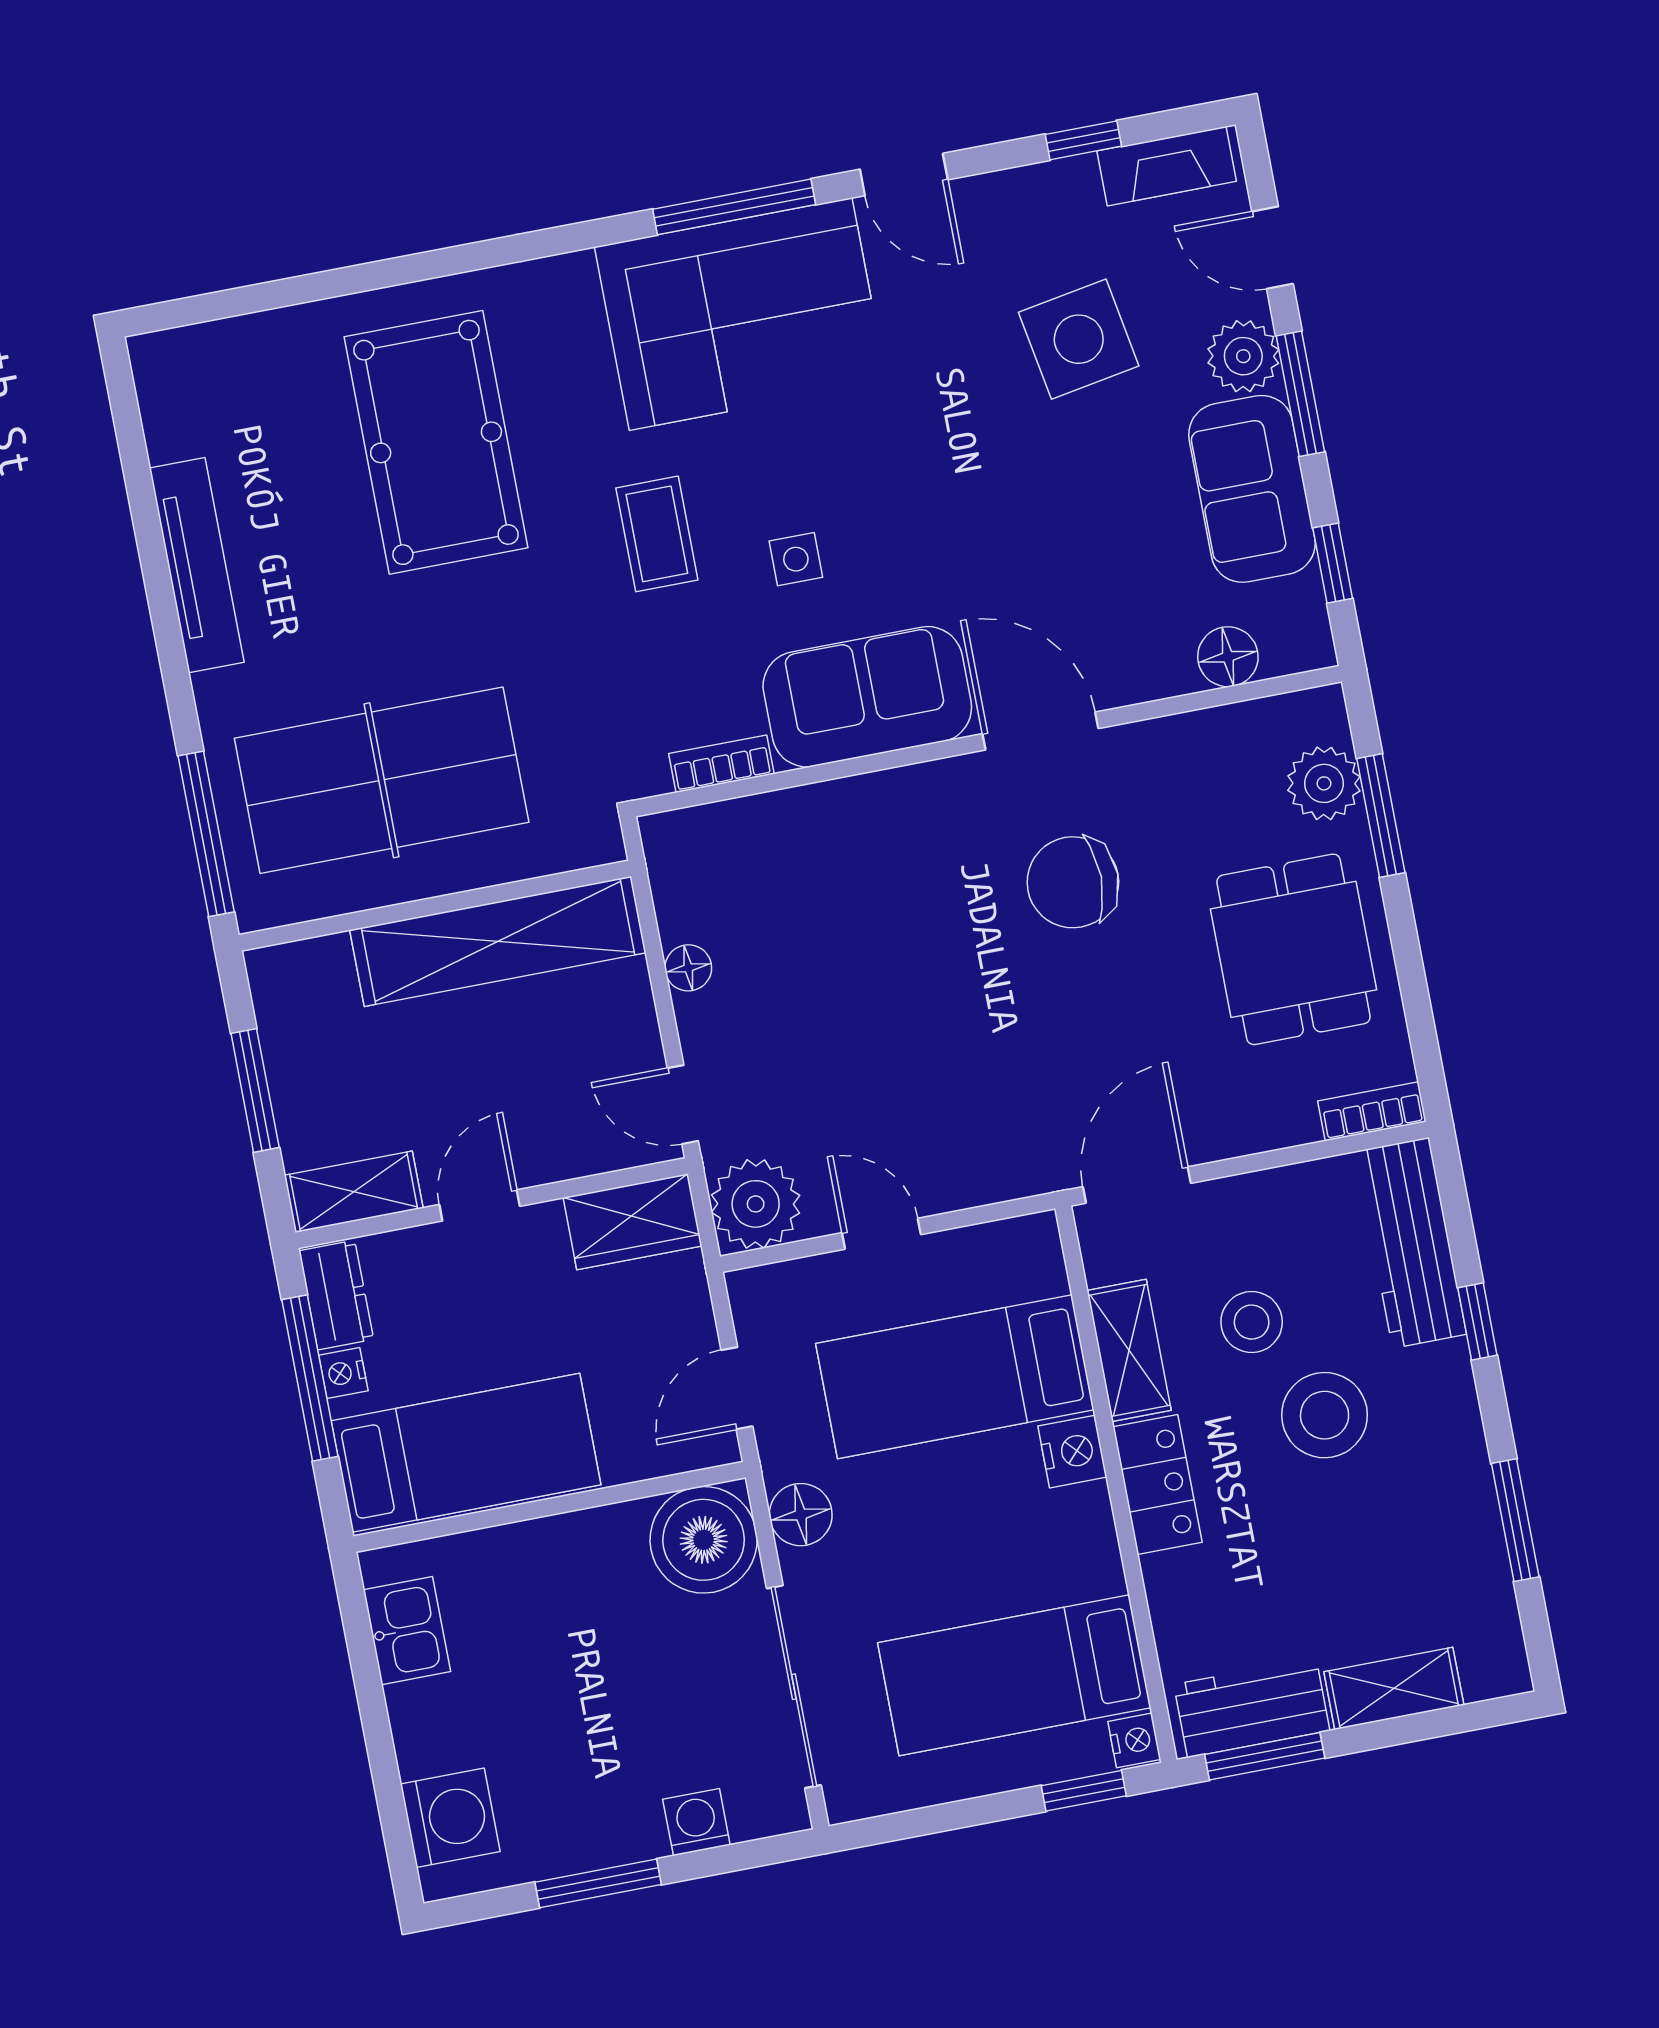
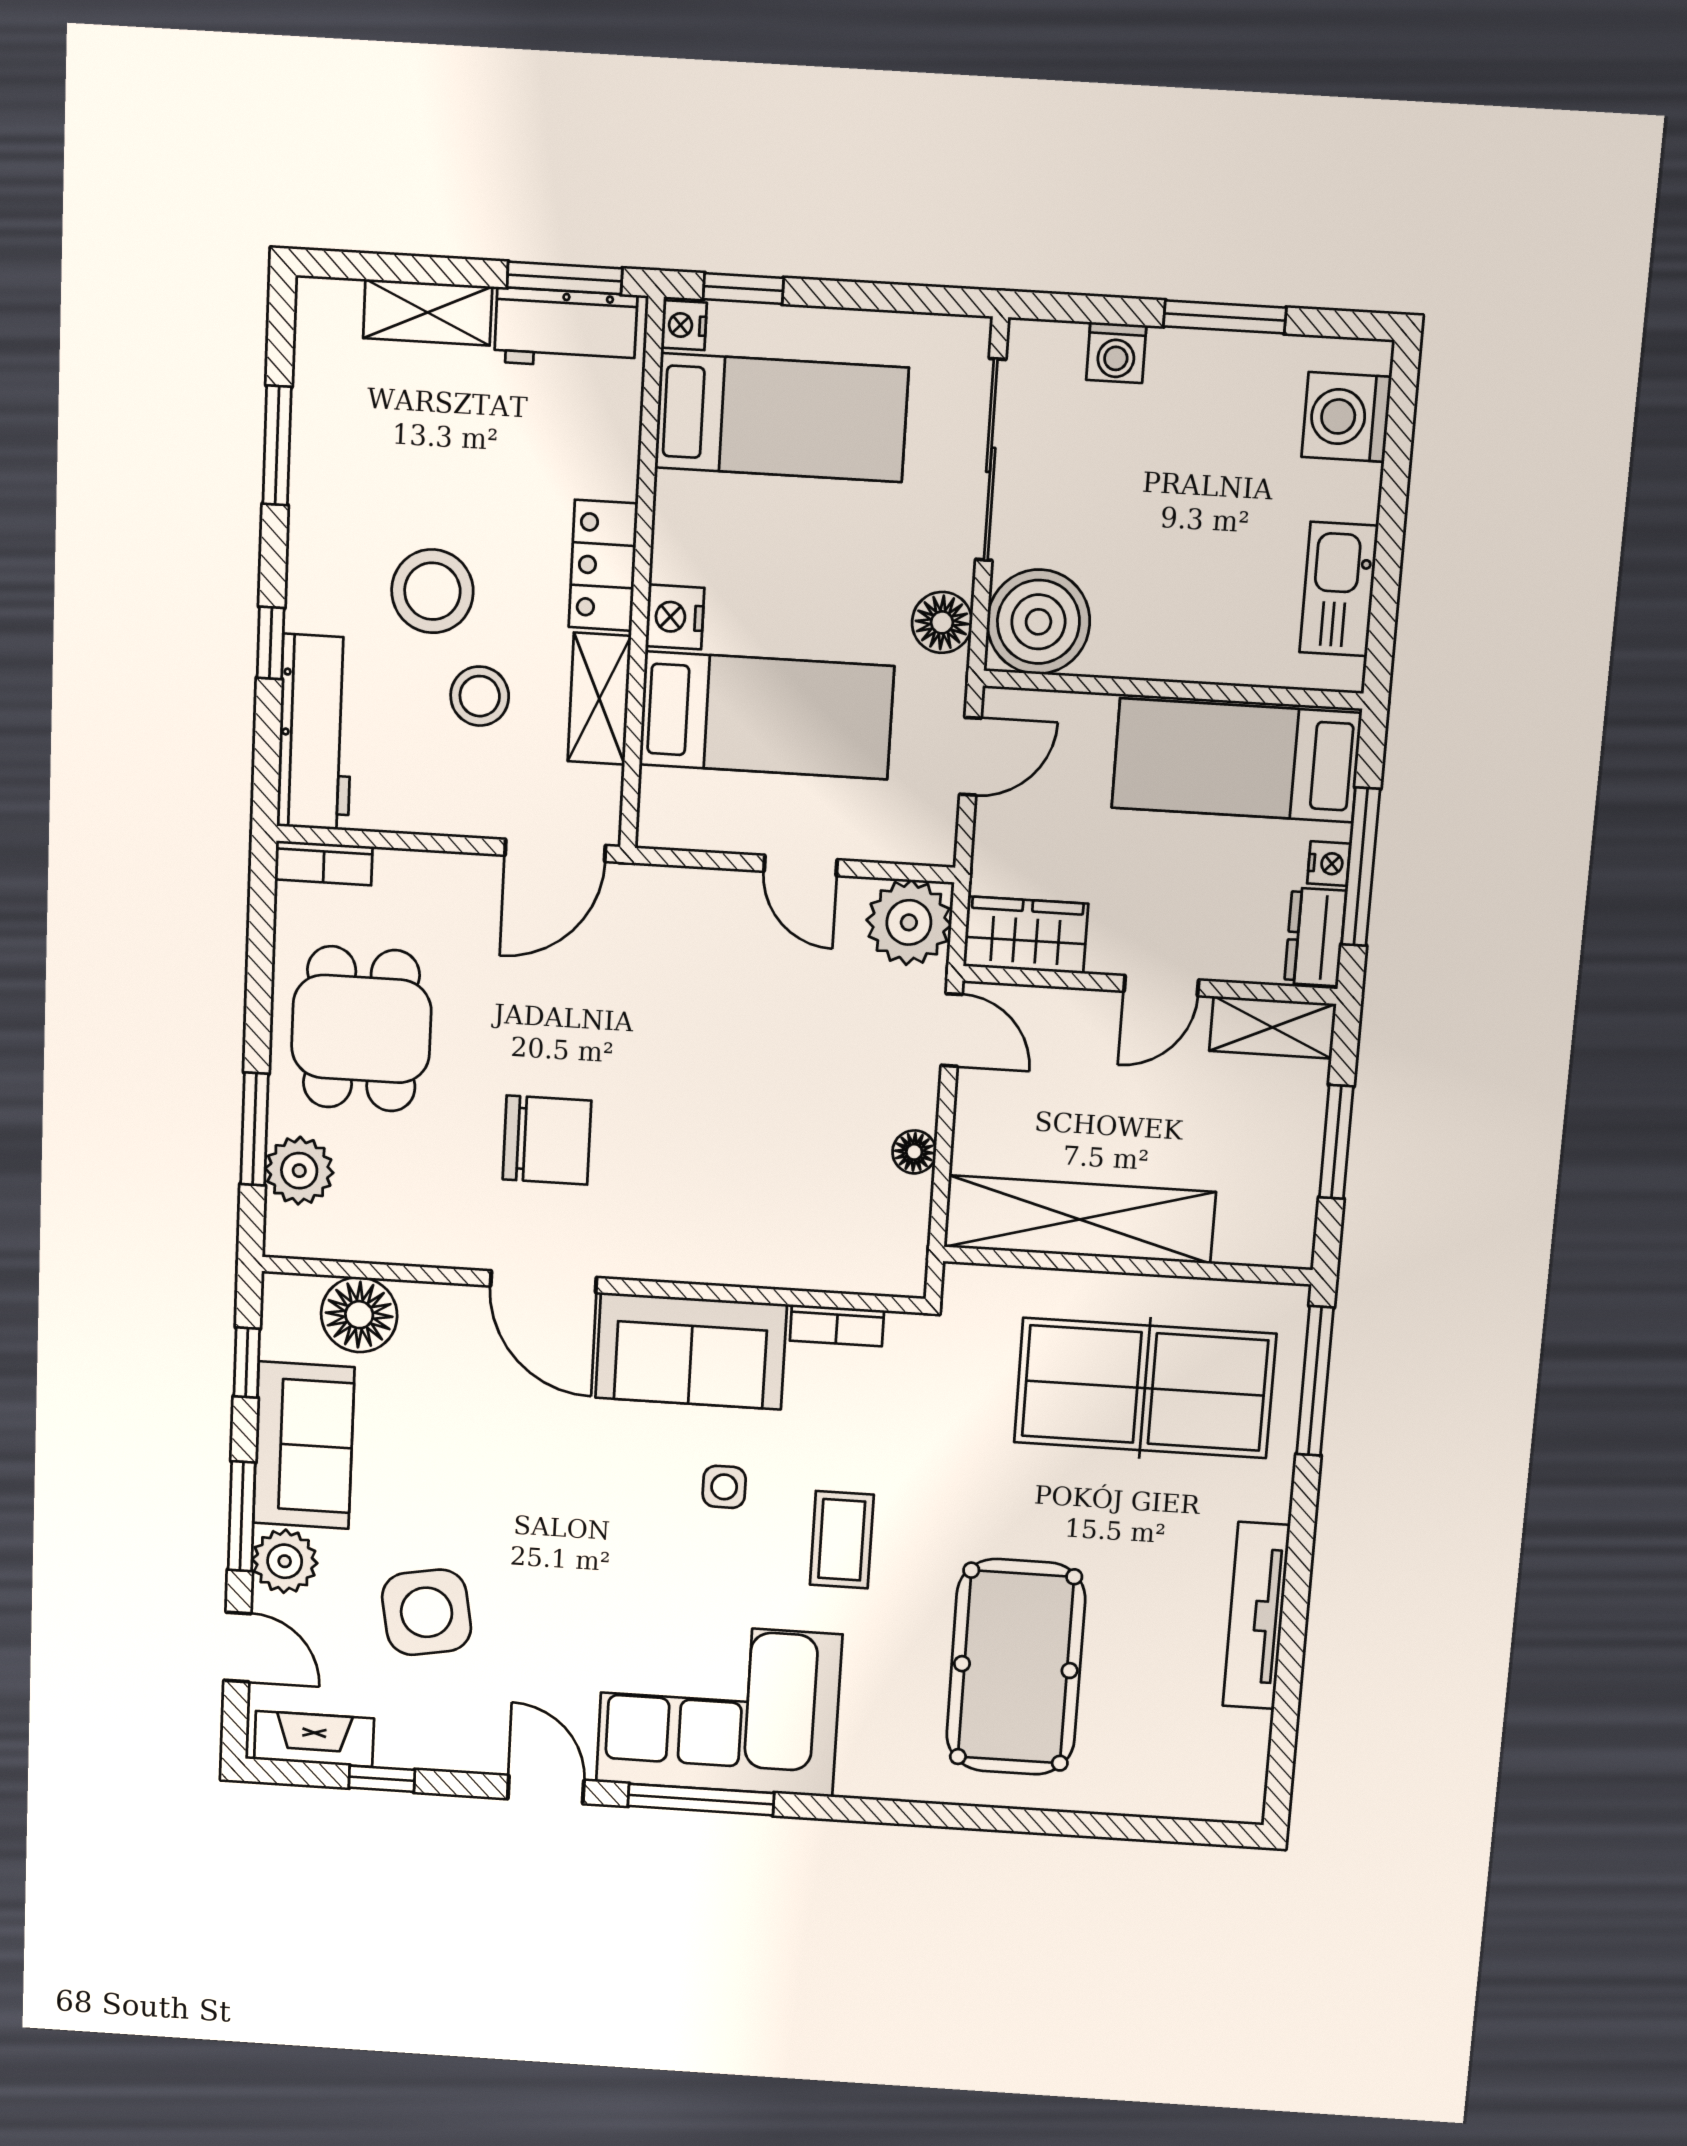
floor lamp: (1228, 657) -> (359, 1315), width x1.38, depth x1.38
kitchen sink: (407, 1631) -> (1339, 589), width x1.38

